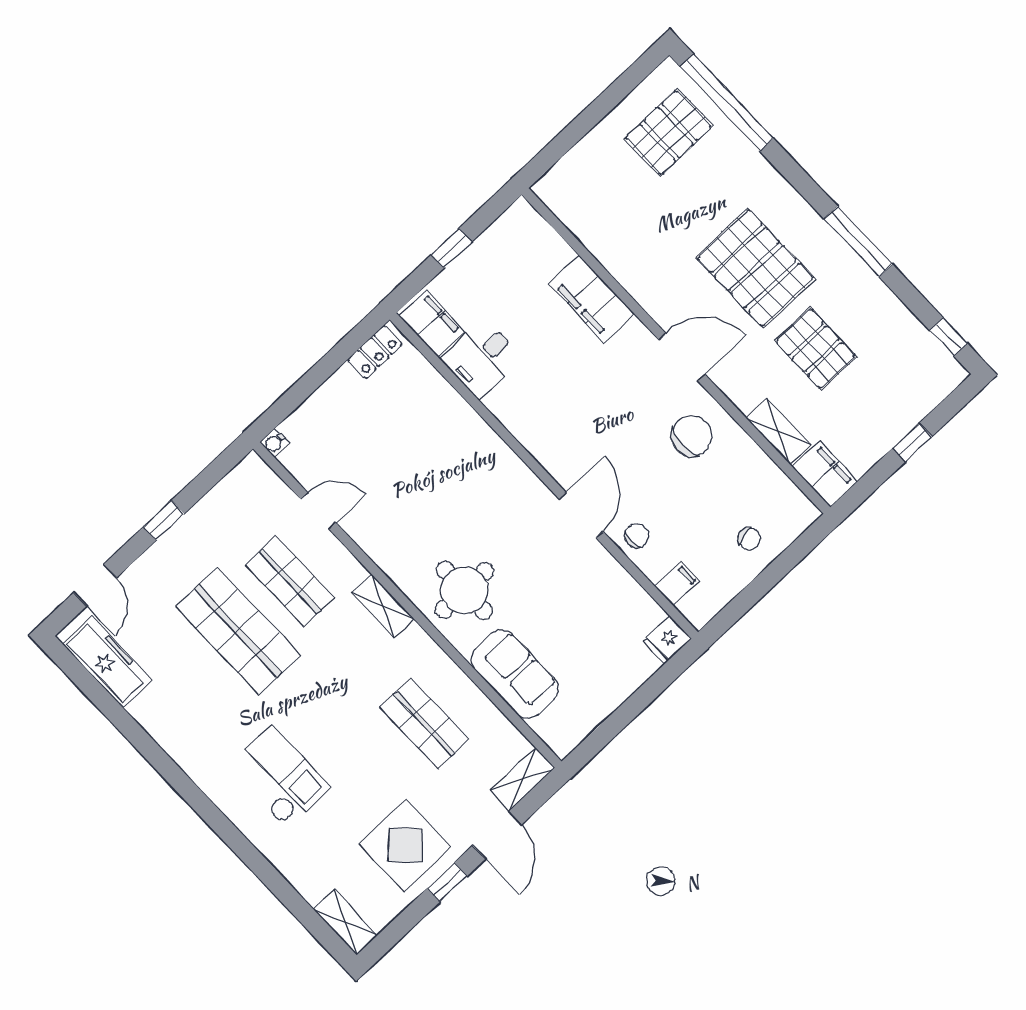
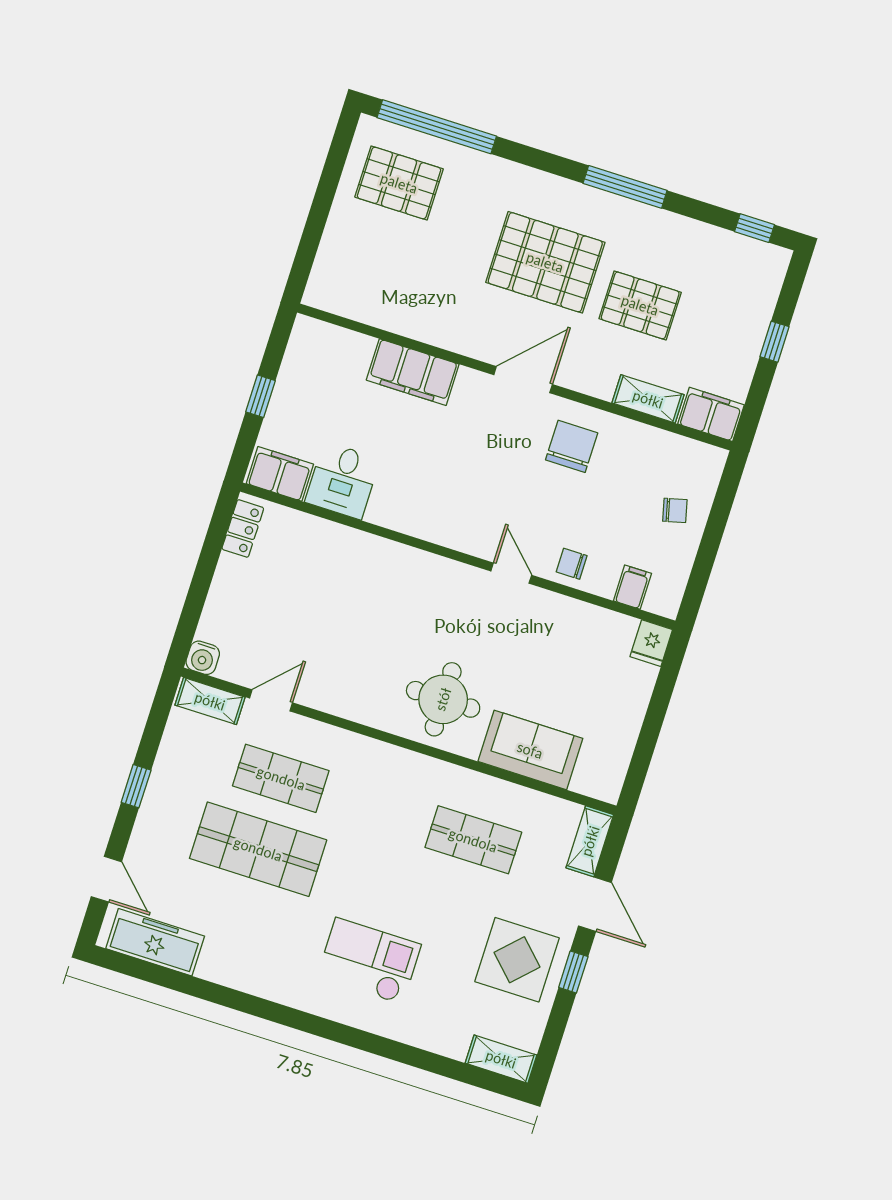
pallet: (669, 132) -> (399, 183), turned 90
water cooler: (275, 443) -> (203, 658), width x1.38, depth x1.38
door: (581, 515) -> (511, 573), width x0.73
chair: (637, 536) -> (572, 564), turned -90
shelving: (383, 606) -> (210, 701), moved

